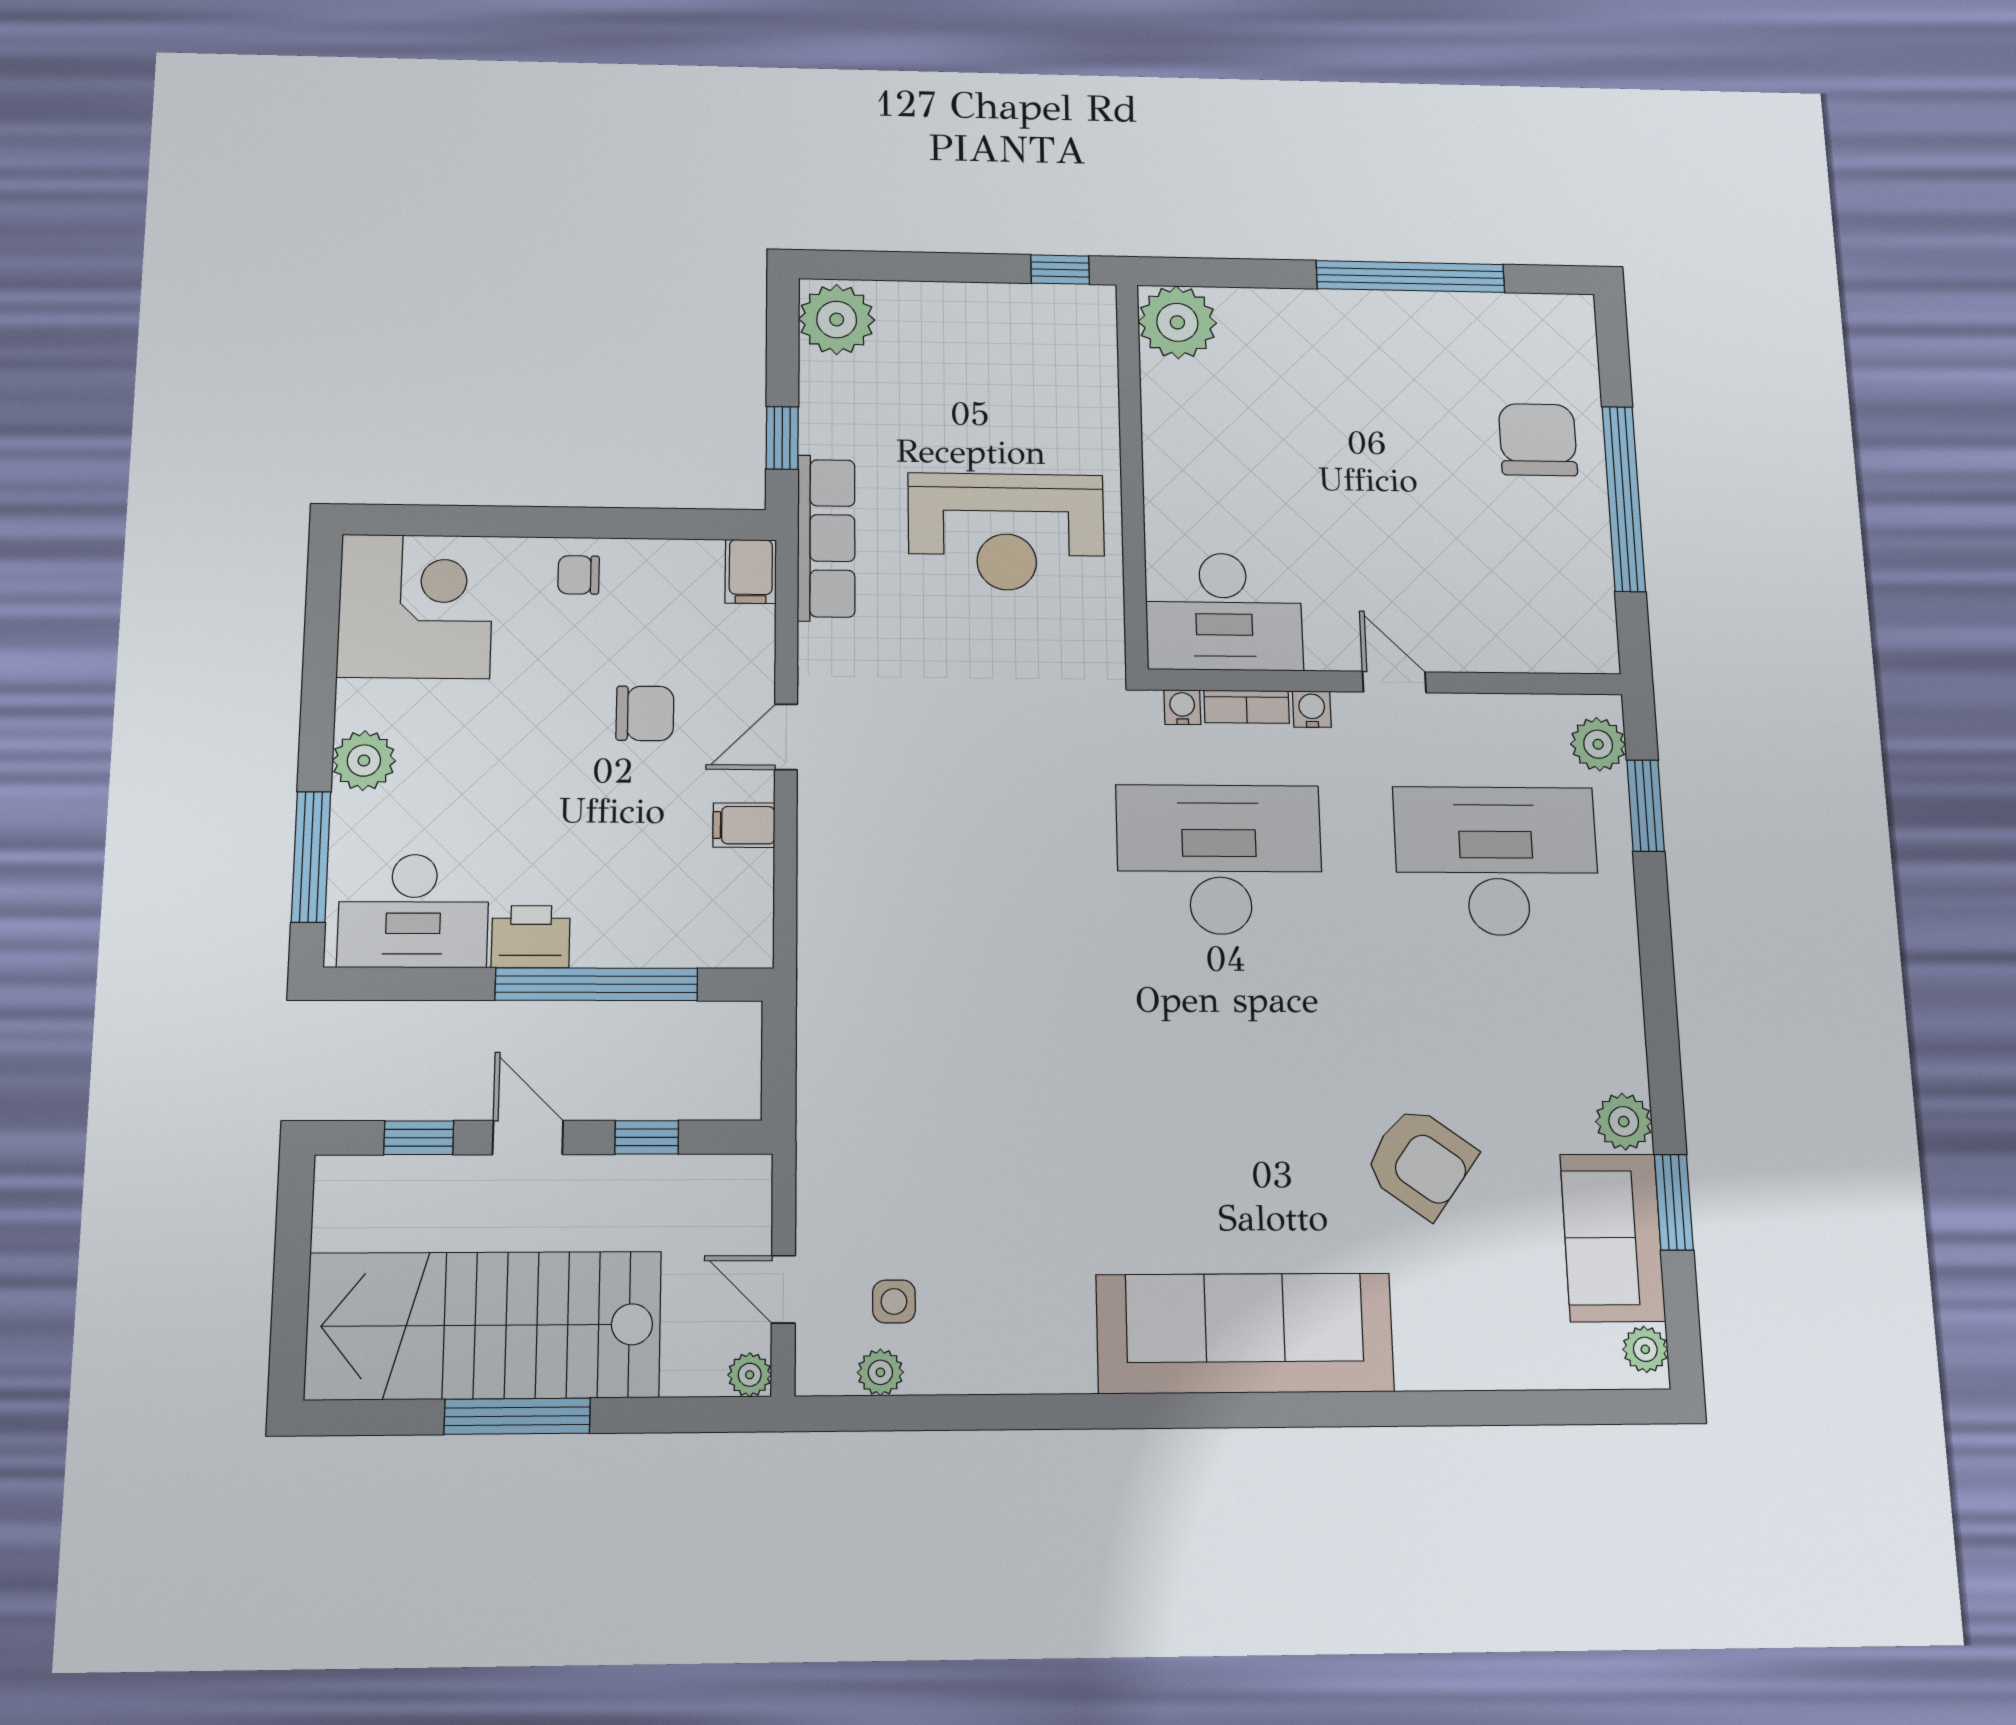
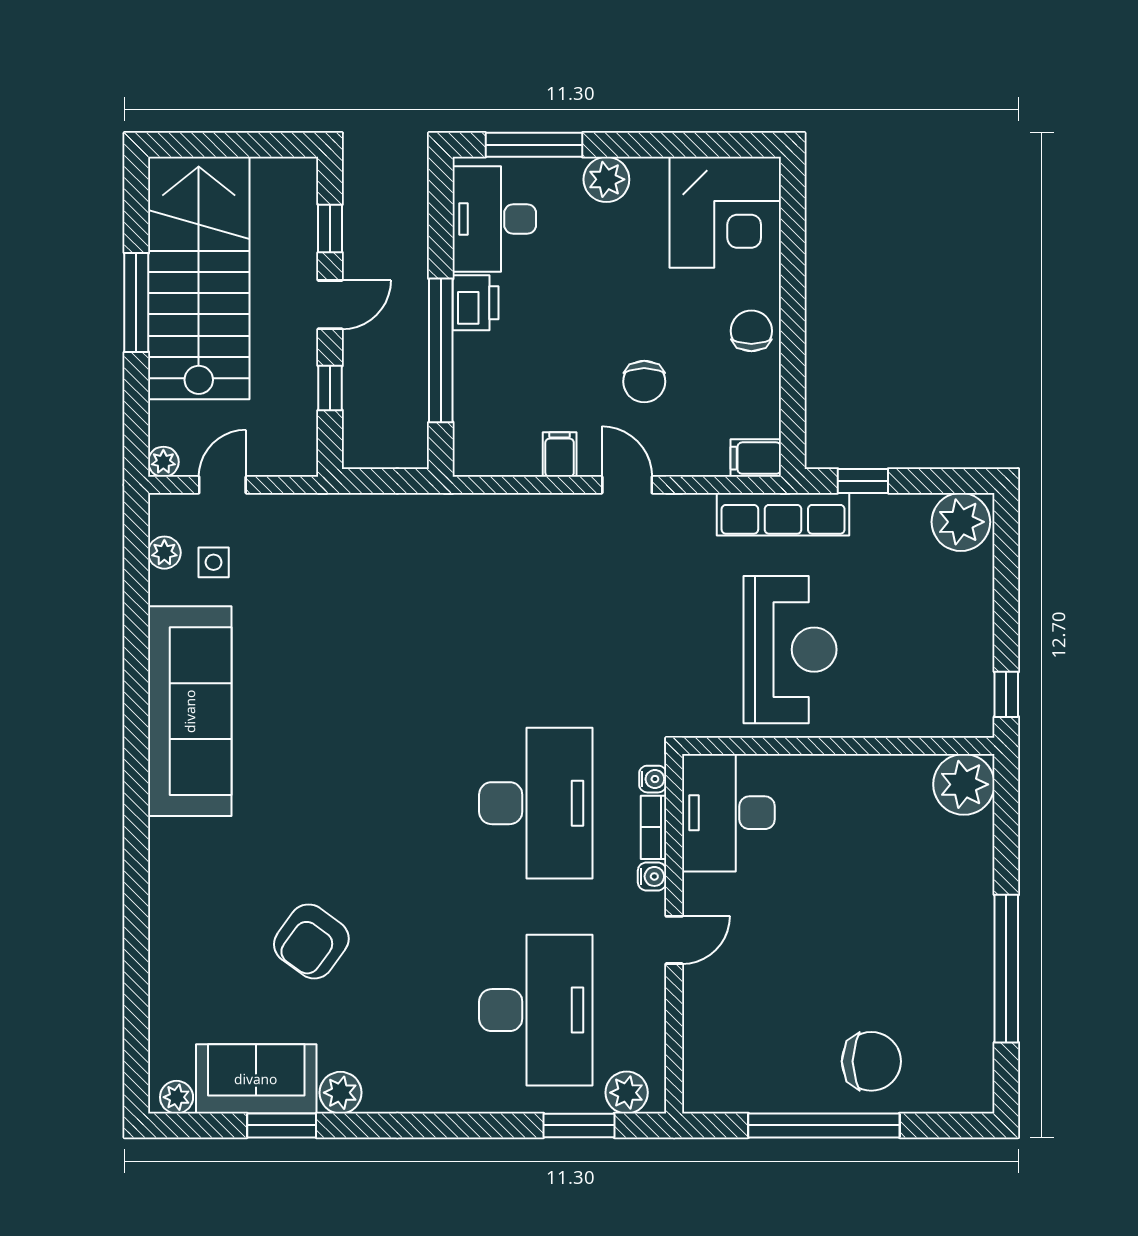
reception desk: (1006, 532) -> (790, 650), turned 180
chair: (579, 575) -> (751, 331), width x1.37, depth x1.37
sofa: (1245, 1333) -> (190, 711), moved

